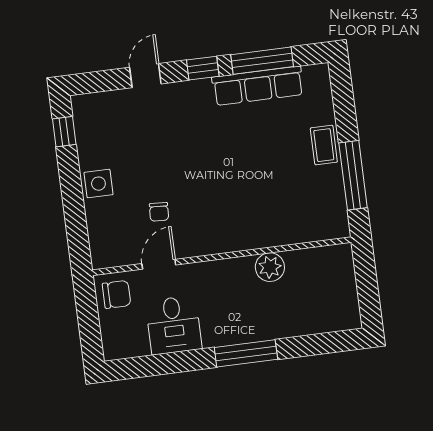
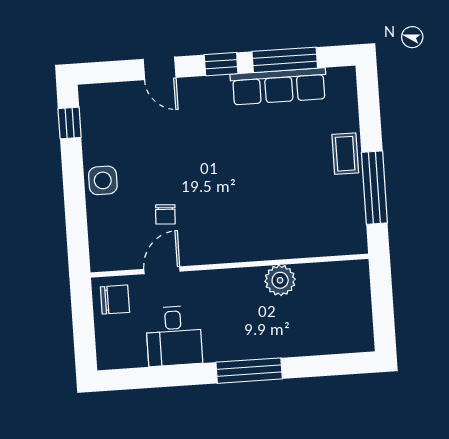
door: (145, 76) -> (160, 68), swing flipped

